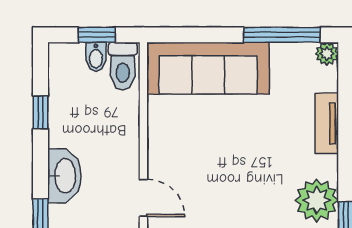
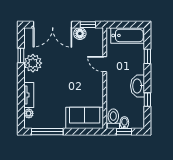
plant: (327, 54) -> (29, 113), moved
sofa: (208, 68) -> (85, 118), width x0.73
washbasin: (64, 176) -> (138, 86), moved

